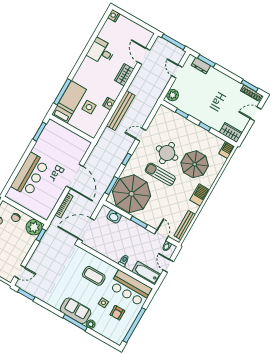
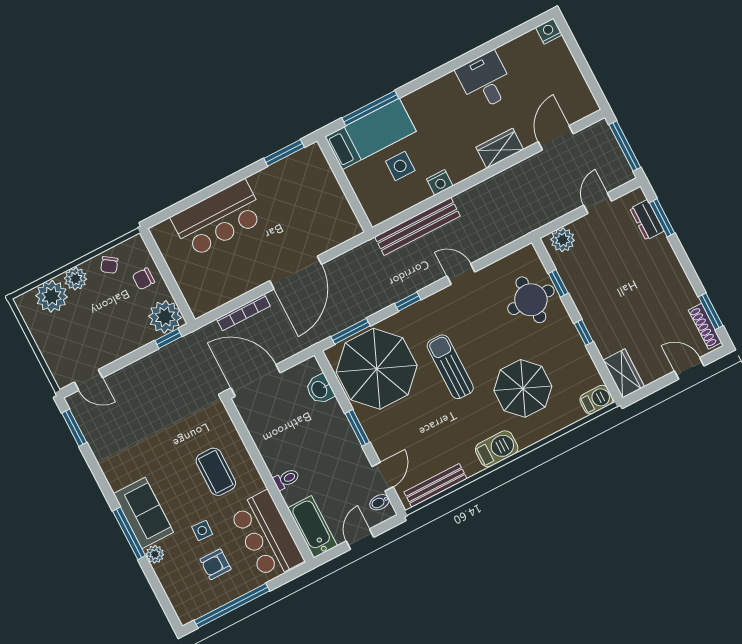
bench: (121, 110) -> (417, 226), moved
round table: (167, 153) -> (531, 300), moved

